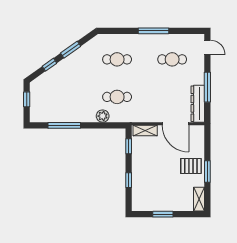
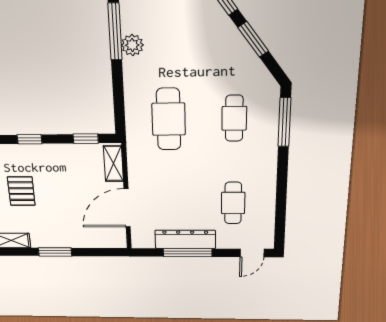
window: (154, 31) -> (284, 122), moved
cafe table: (117, 97) -> (169, 119), width x1.37, depth x1.35
dresser: (198, 104) -> (185, 239), moved
plant: (103, 116) -> (132, 45), moved
pallet: (191, 166) -> (21, 191), moved

